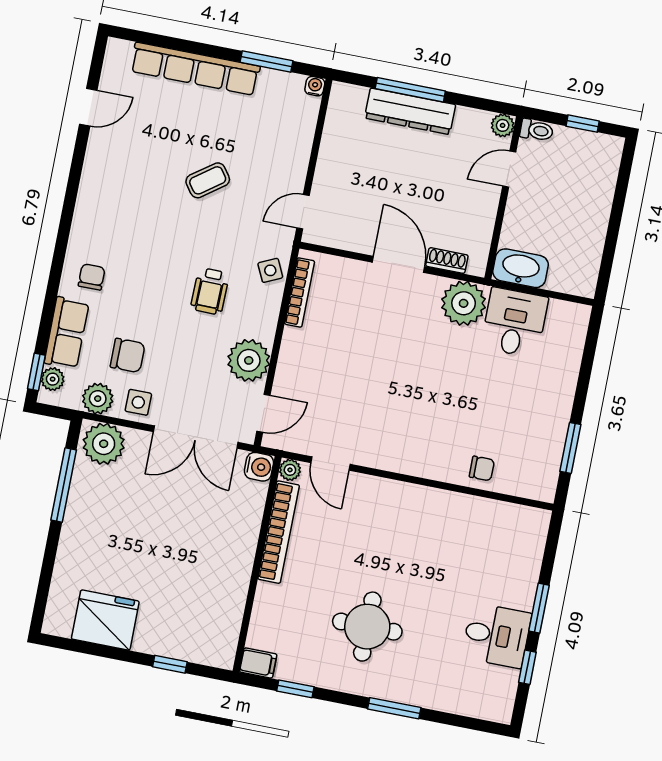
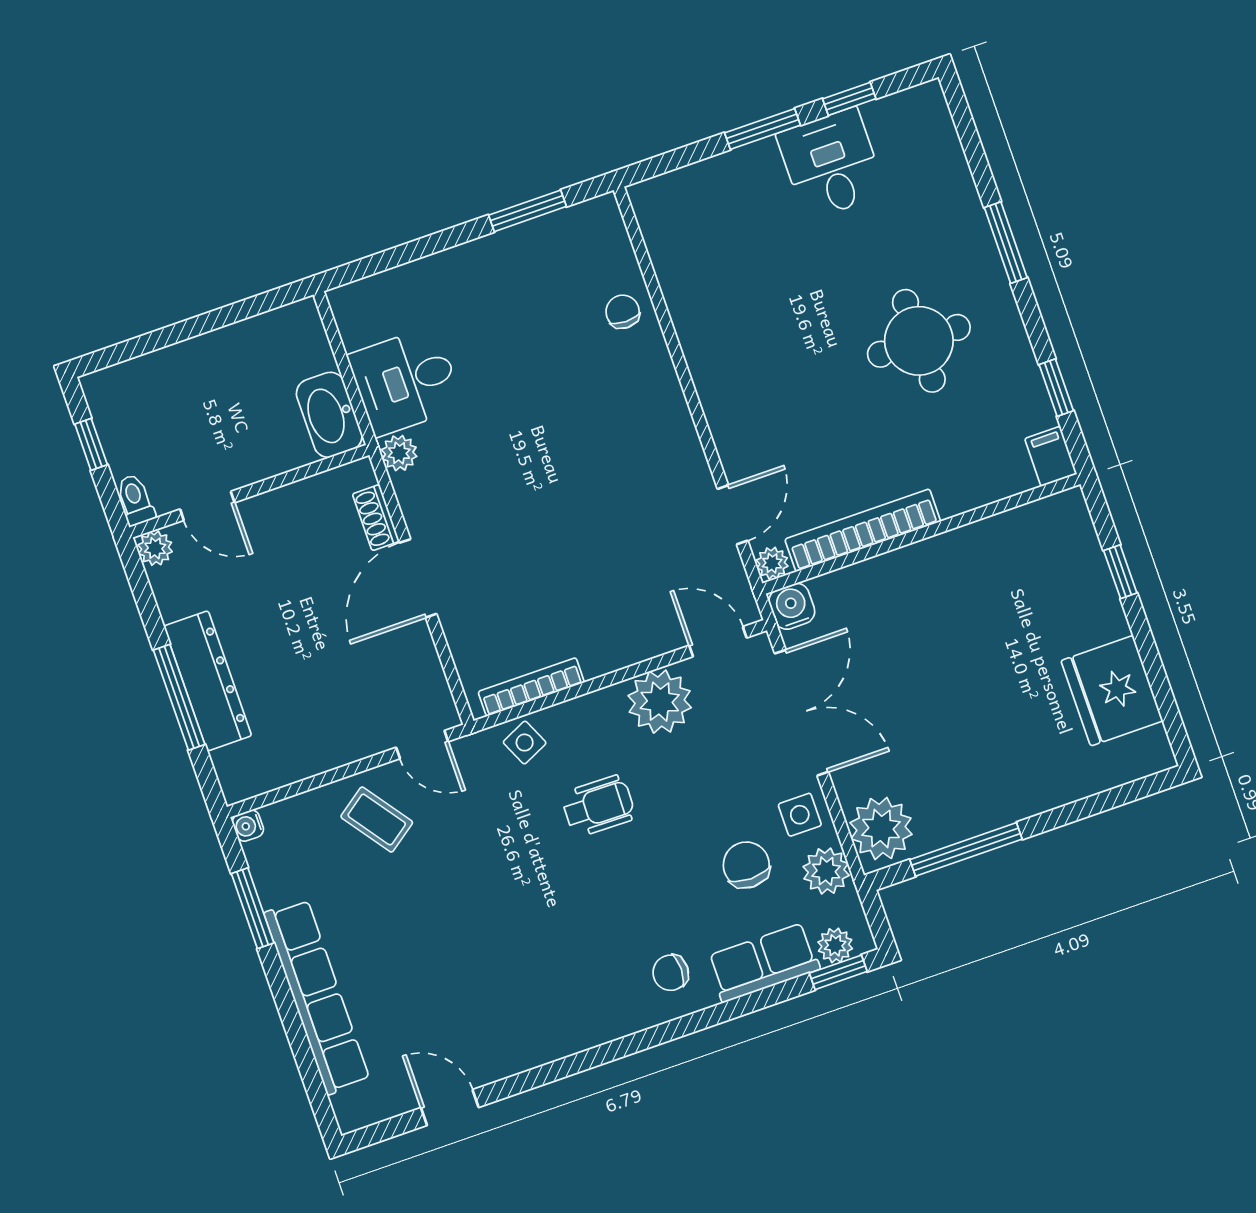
coffee table: (208, 180) -> (377, 820), moved
plant: (464, 303) -> (399, 453), width x0.53, depth x0.53

